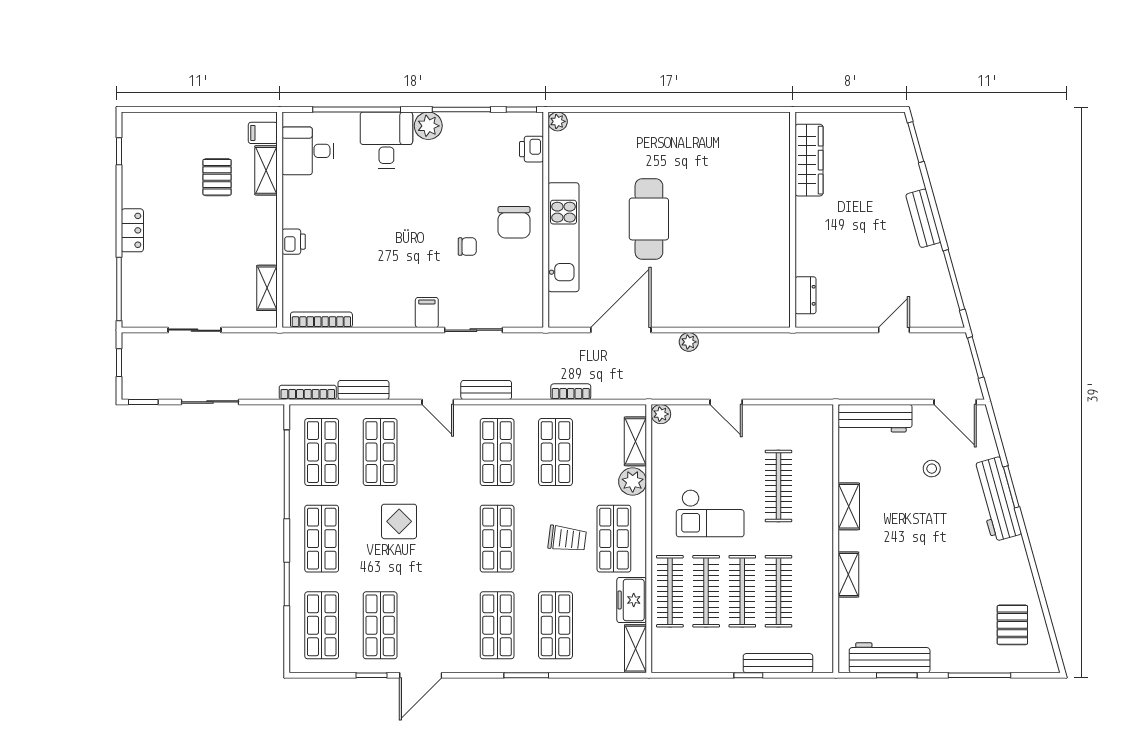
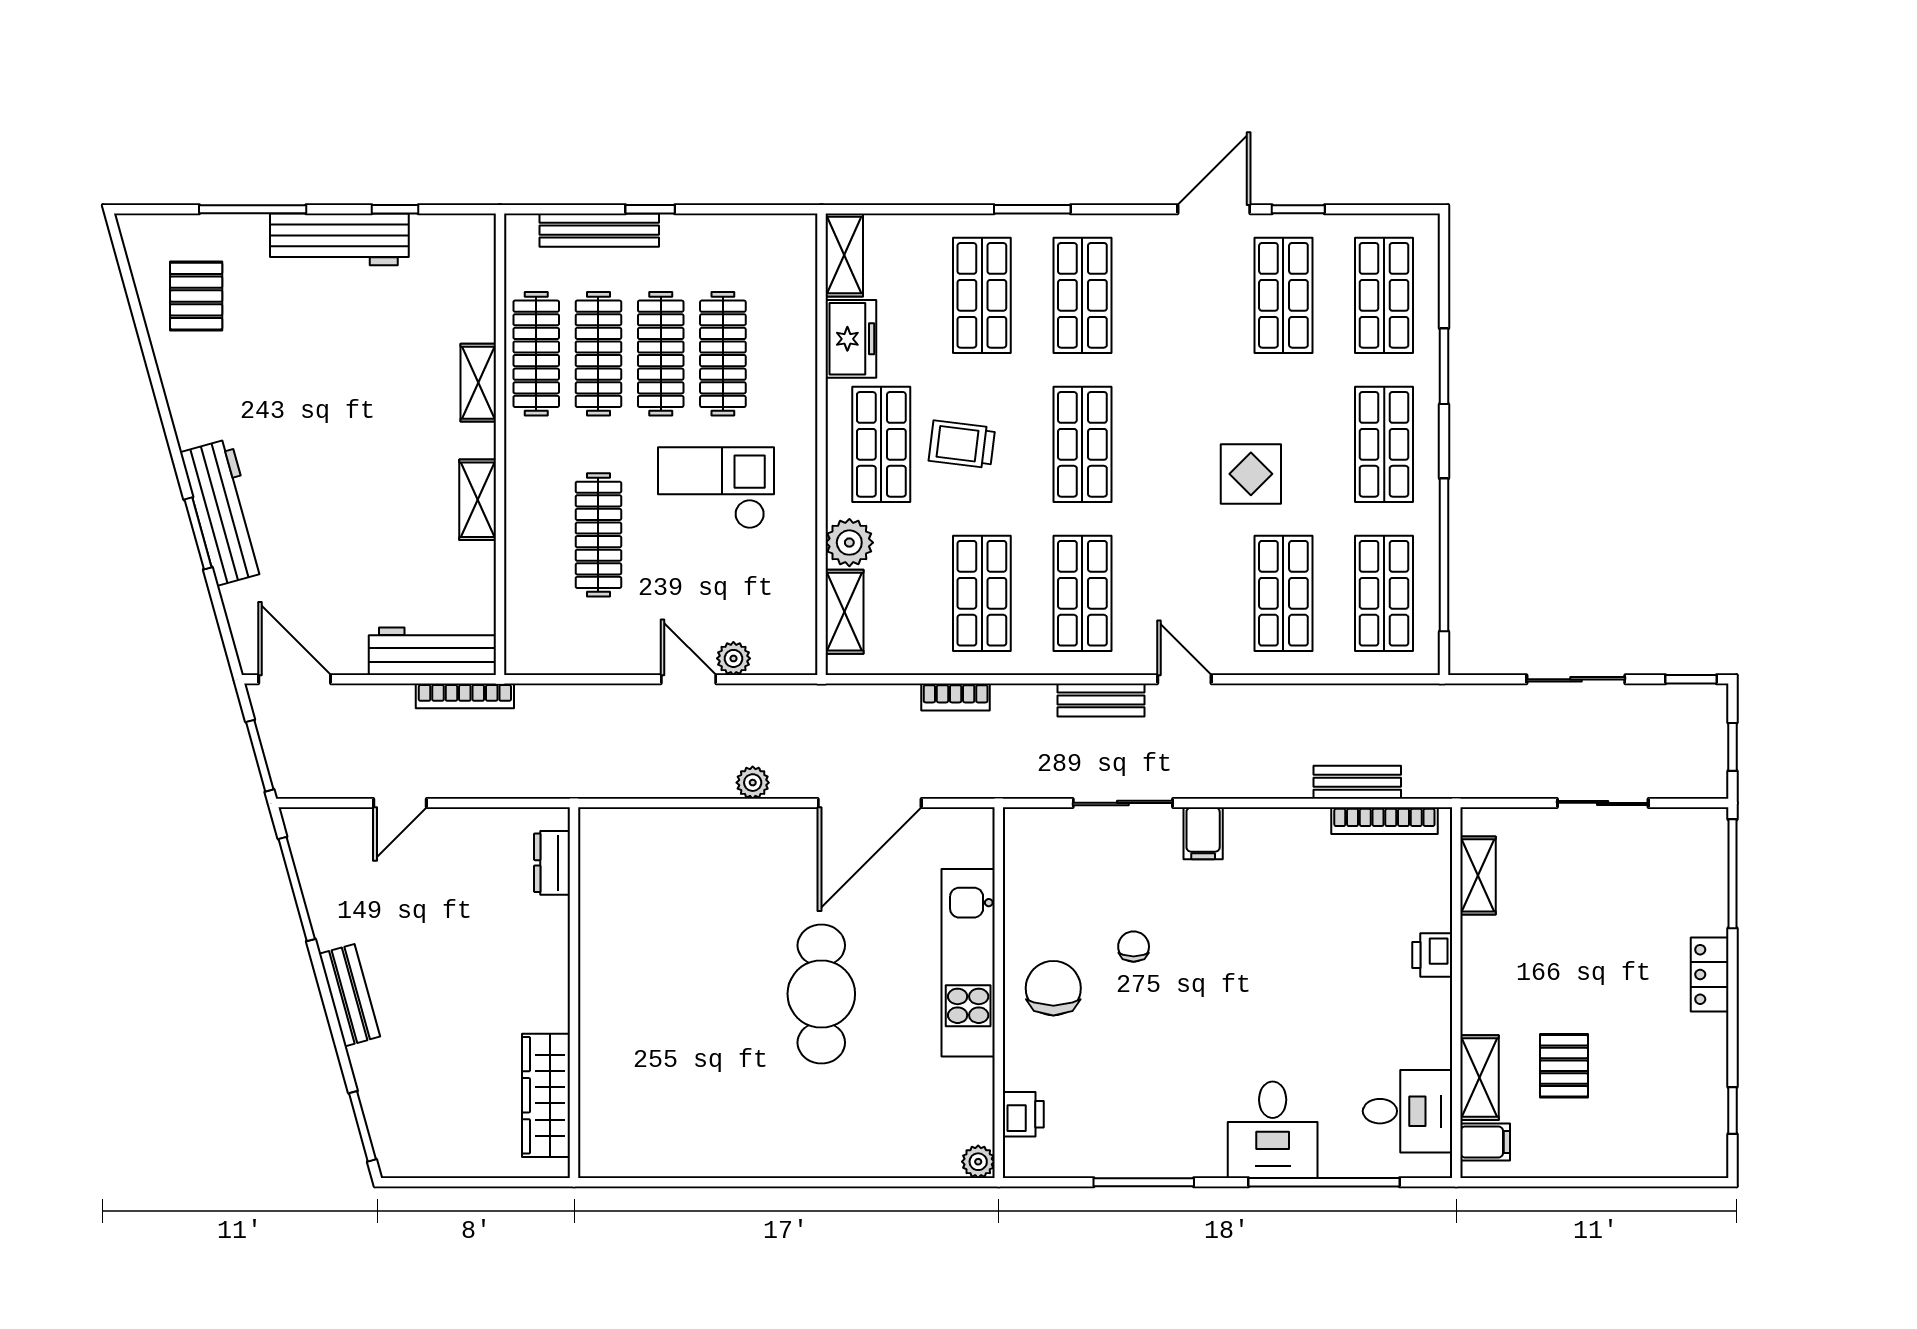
window: (521, 110) -> (1041, 1182), removed
plant: (428, 126) -> (1201, 1154), removed
chair: (467, 247) -> (1134, 947), turned 90
bench: (363, 390) -> (1357, 782), moved
bookcase: (308, 392) -> (465, 696), moved
plant: (661, 414) -> (733, 658), moved
stool: (932, 469) -> (335, 565), removed
clothes rail: (670, 591) -> (536, 354), moved
workbench: (890, 658) -> (339, 239), moved
window: (897, 675) -> (395, 209), width x0.67

